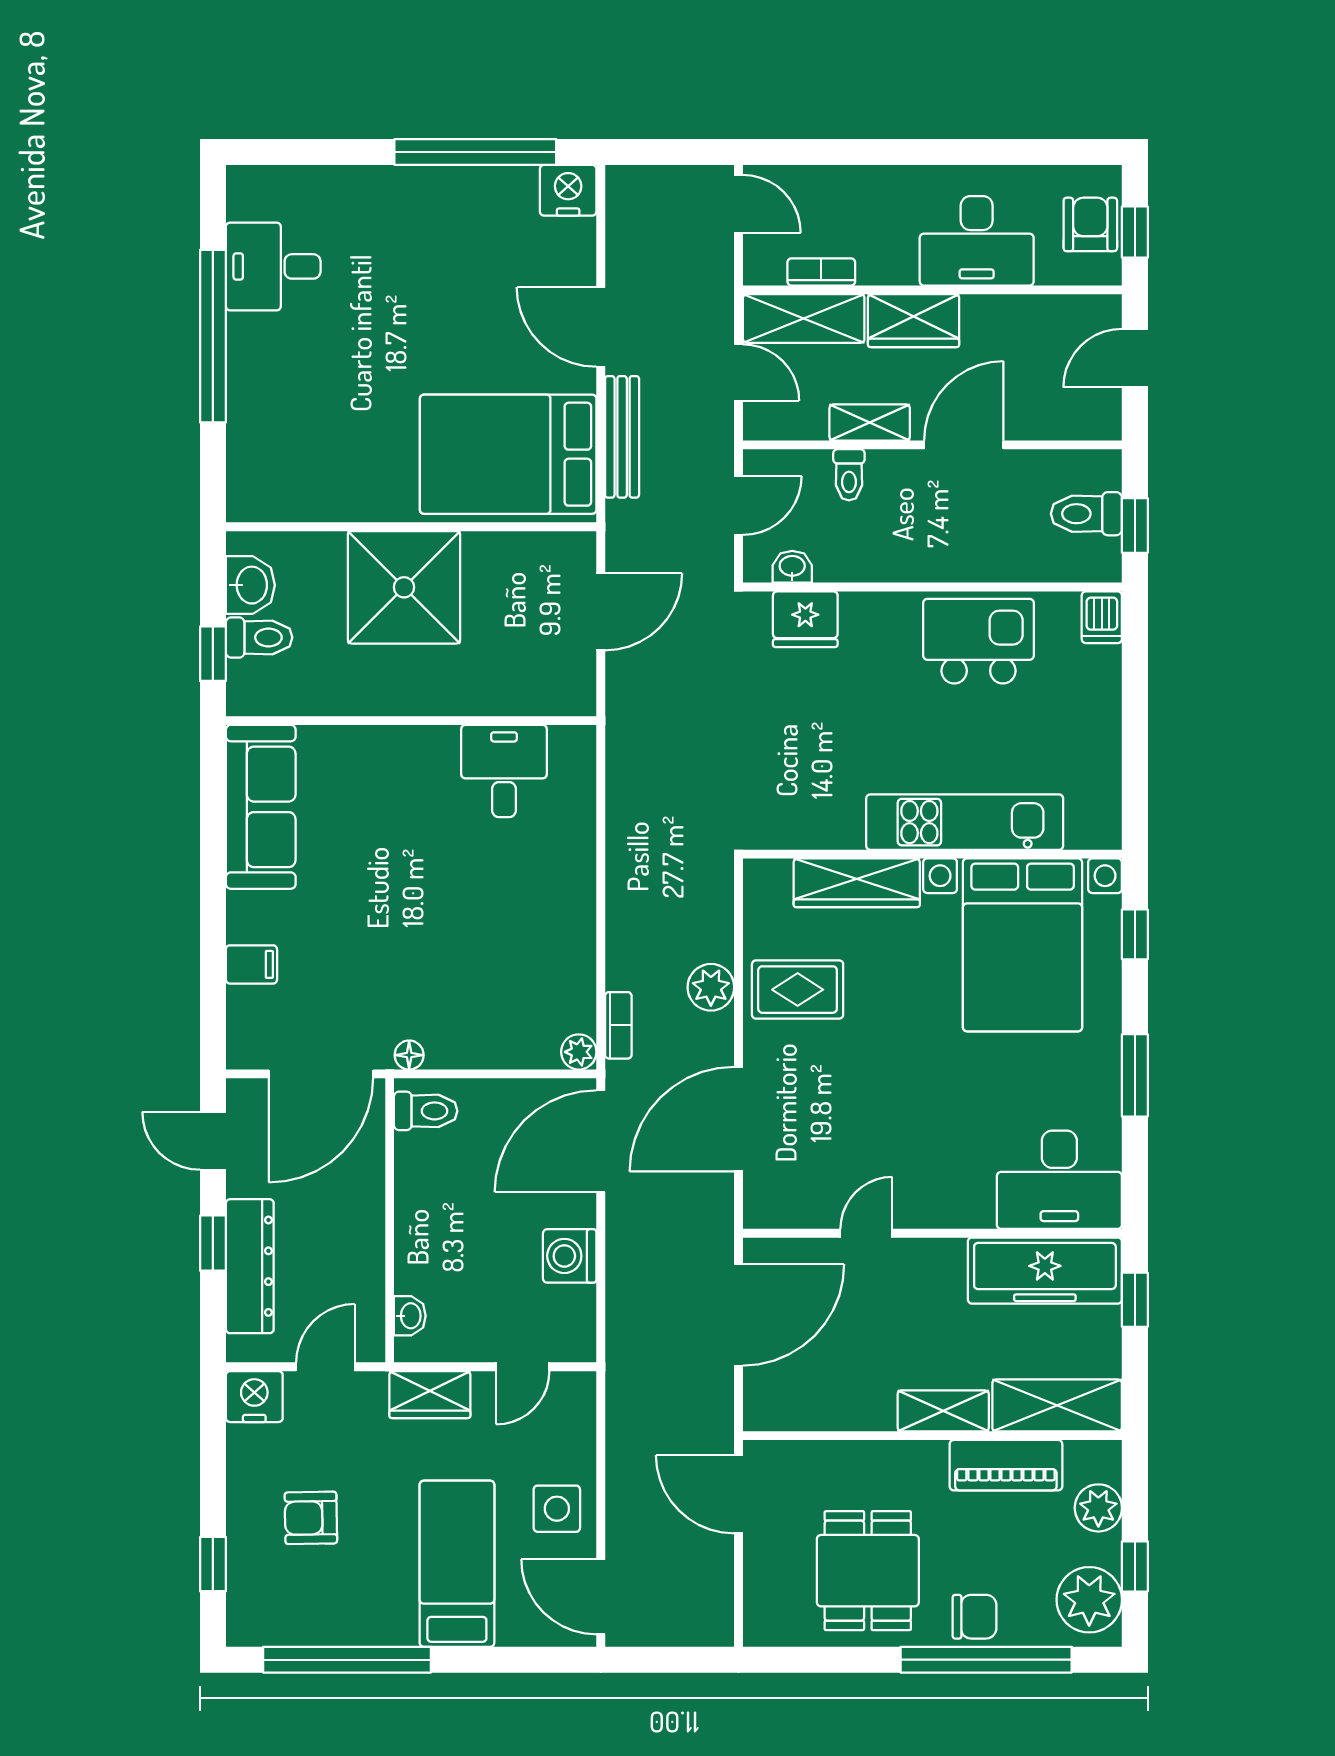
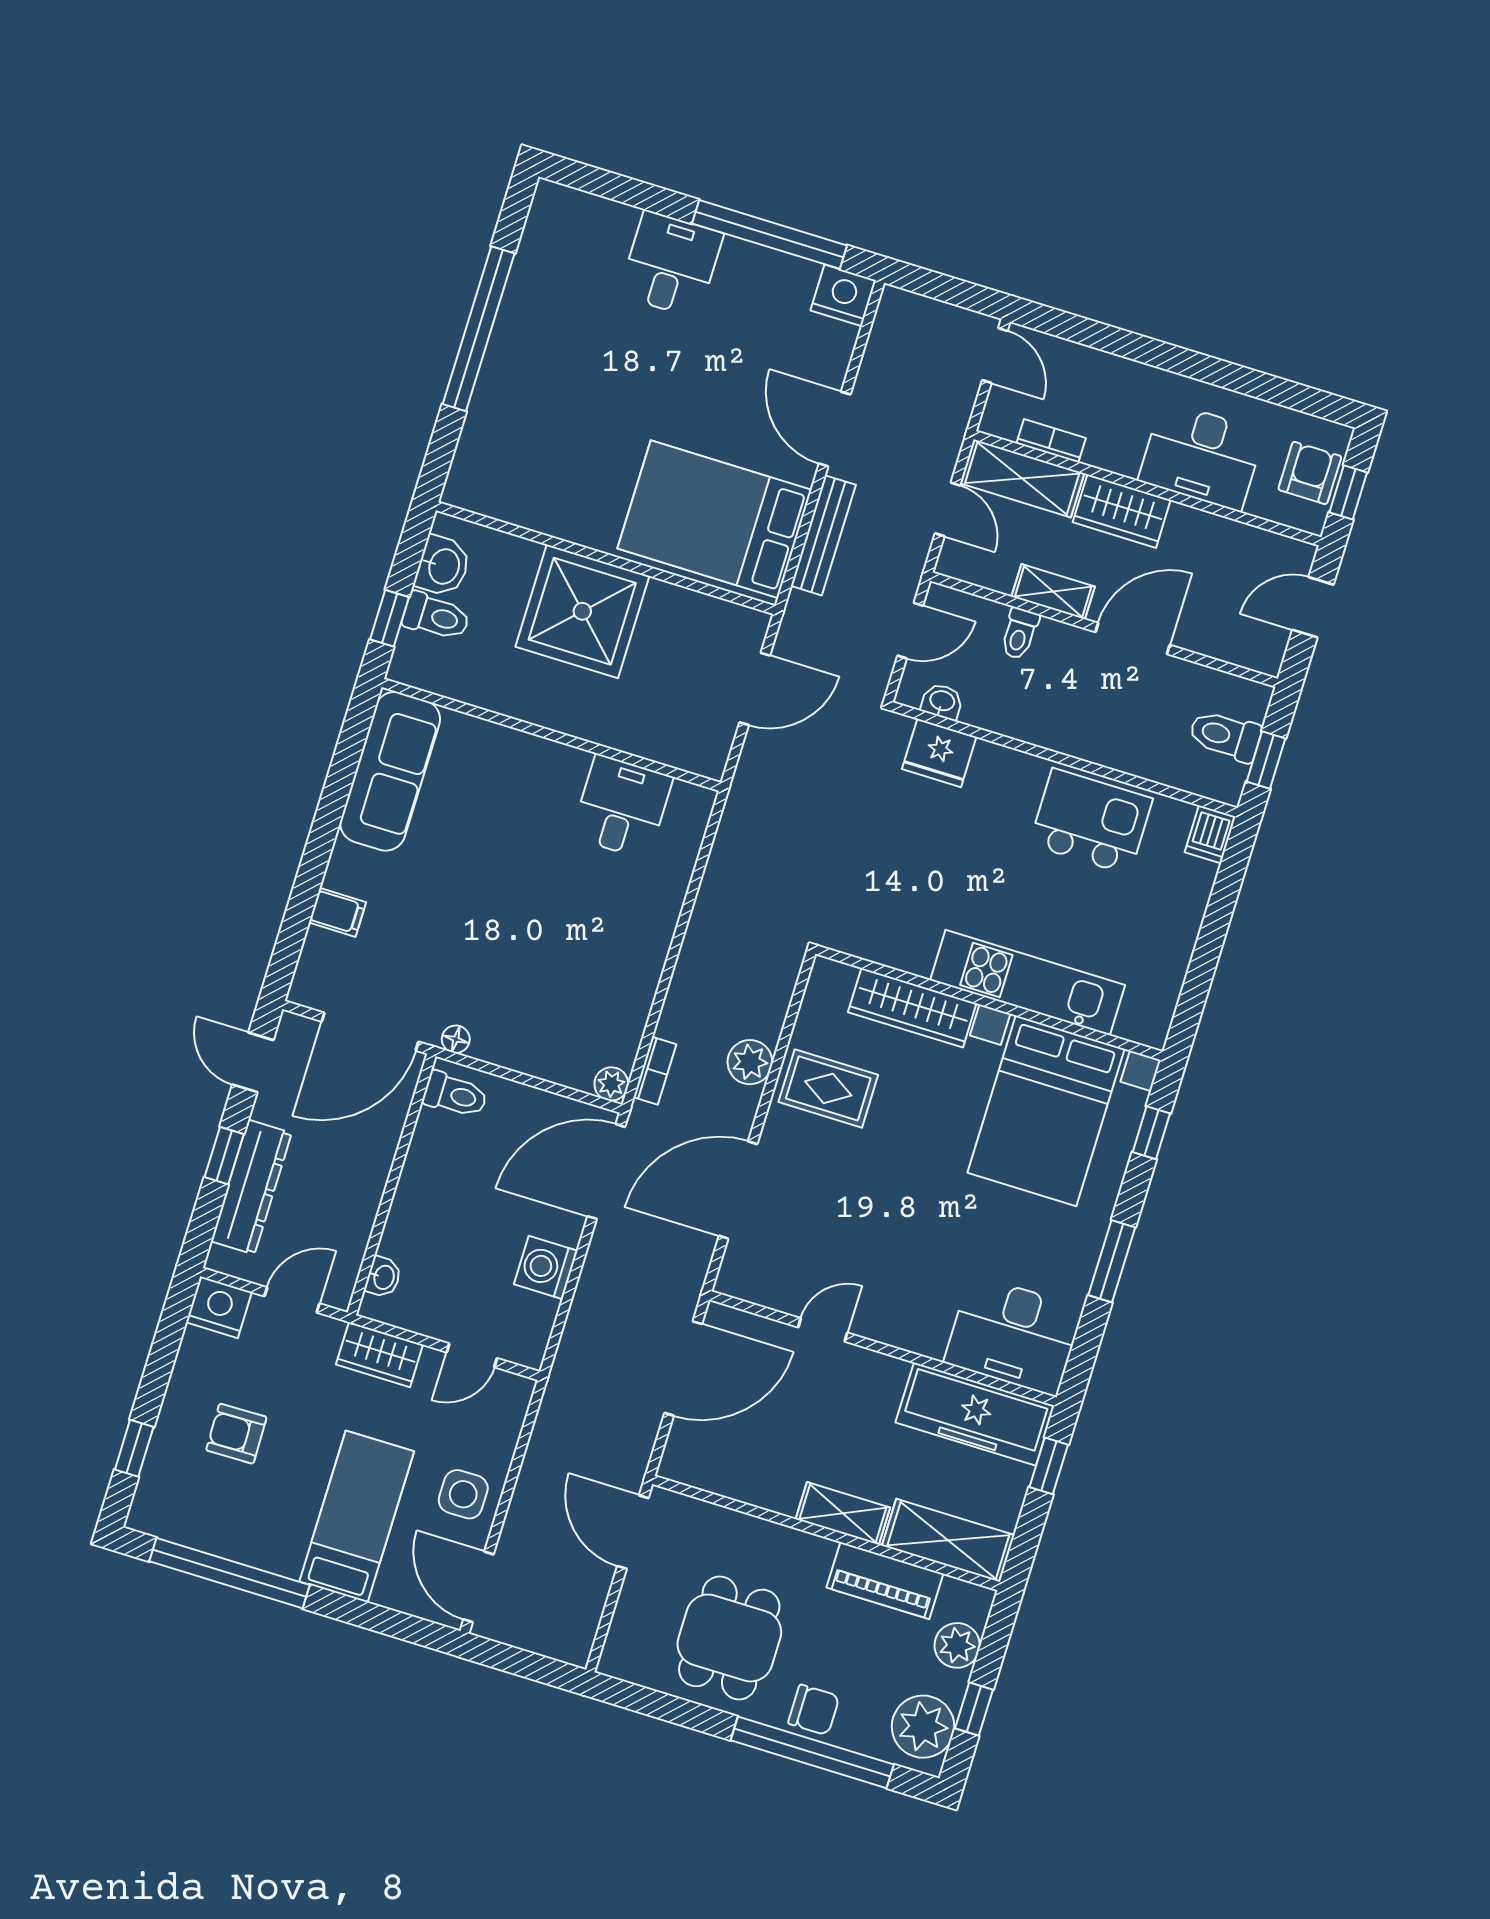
desk: (273, 266) -> (671, 264), moved, turned 90

